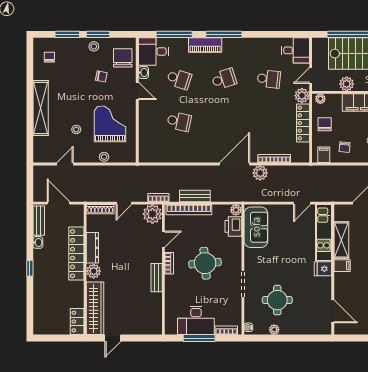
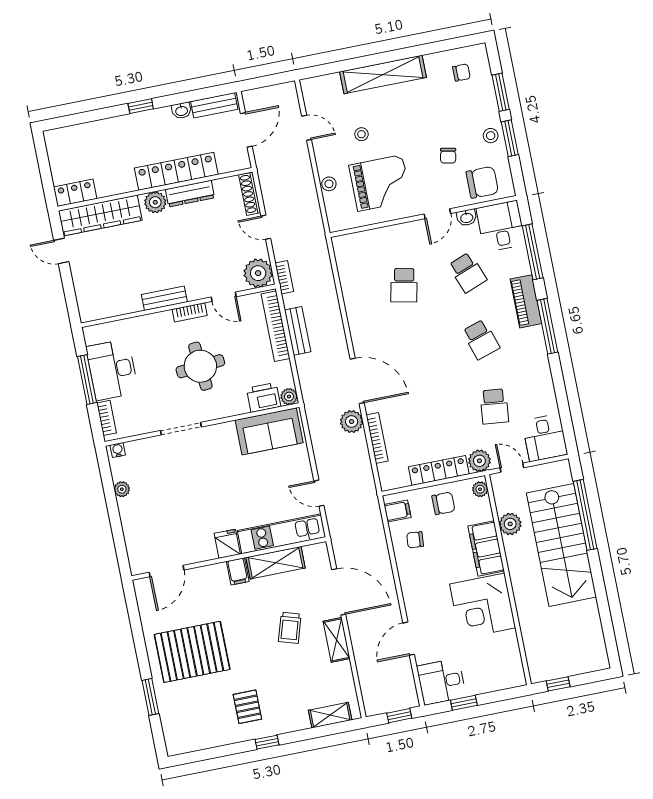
school desk: (179, 79) -> (468, 272), turned -39
round table: (277, 300) -> (167, 485), removed

